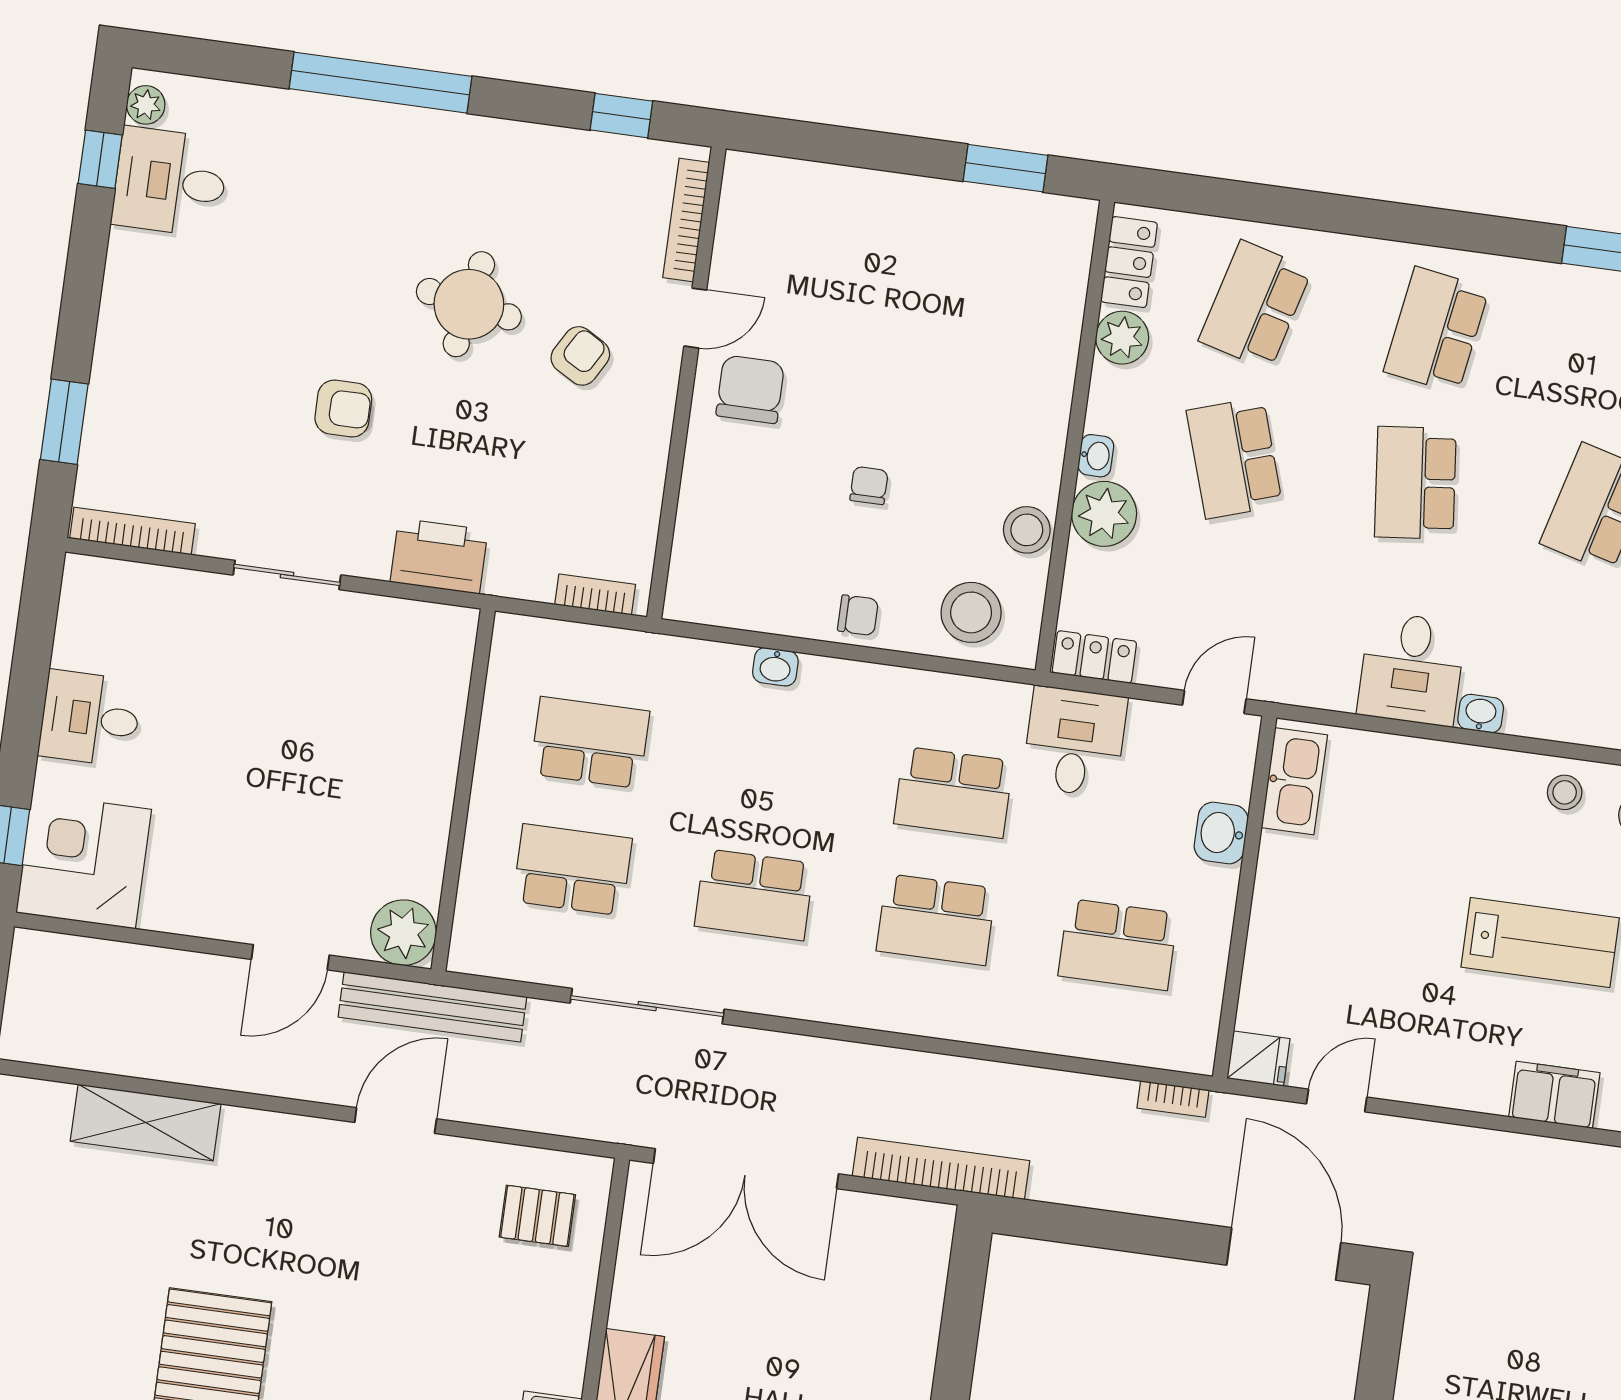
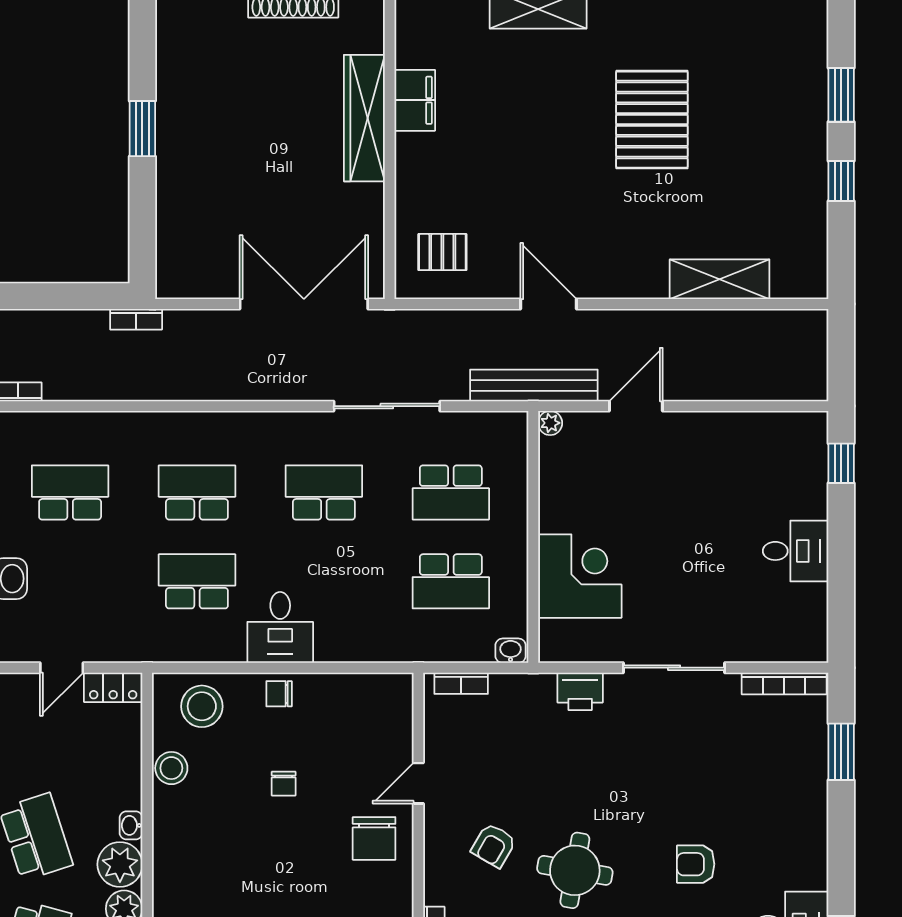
door: (695, 318) -> (418, 783), moved
armchair: (343, 409) -> (696, 864), moved
plant: (1104, 514) -> (120, 864), moved
printer: (439, 556) -> (580, 691), width x0.73, depth x0.84
sliding door: (287, 575) -> (674, 668), width x1.37
washbasin: (775, 667) -> (511, 651), moved
door: (1214, 702) -> (62, 668), moved
desk: (1075, 742) -> (280, 627), moved
corner desk: (84, 861) -> (580, 576), moved, turned -90
plant: (403, 933) -> (550, 423), width x0.53, depth x0.53
door: (396, 1121) -> (548, 304), swing flipped
bookcase: (941, 1168) -> (136, 319), width x0.43, depth x0.76

